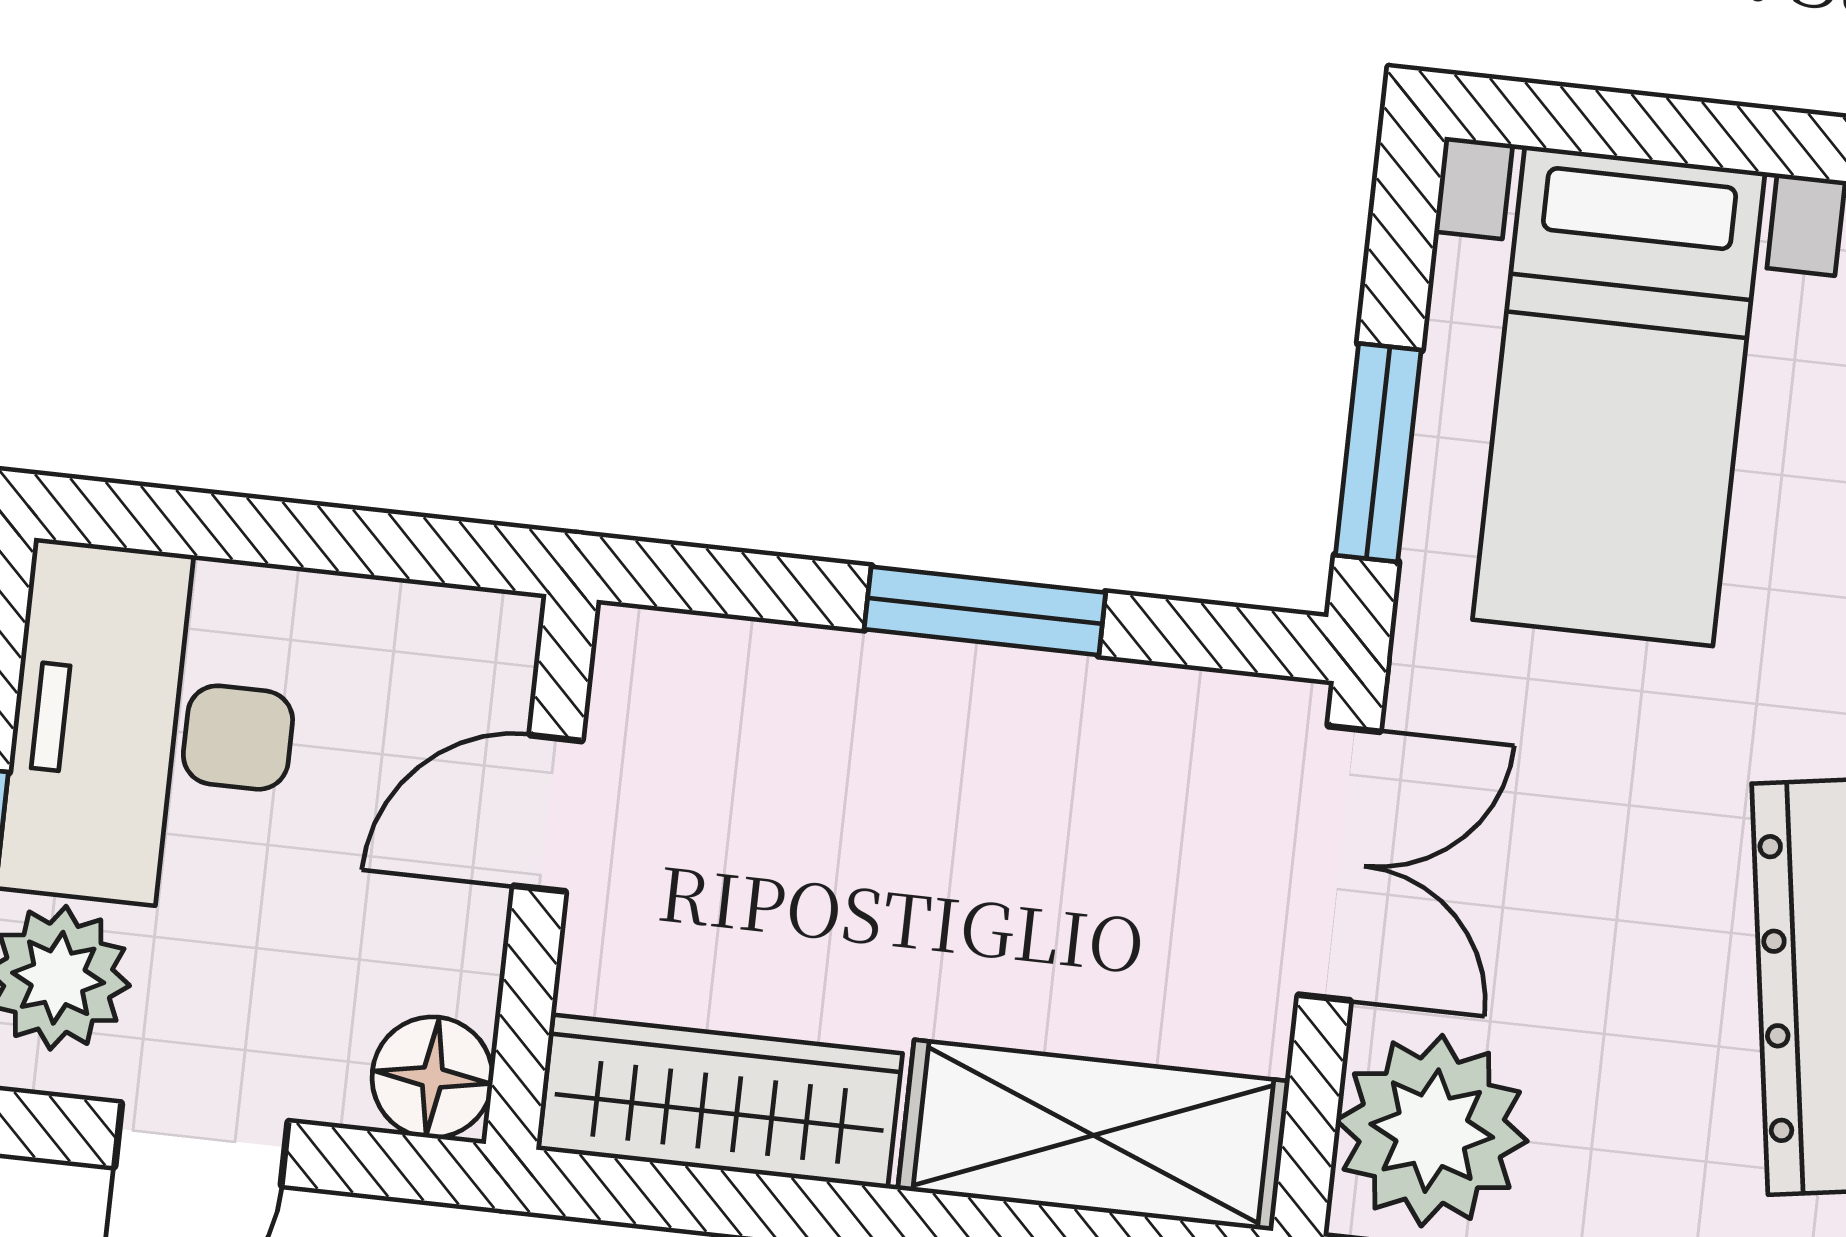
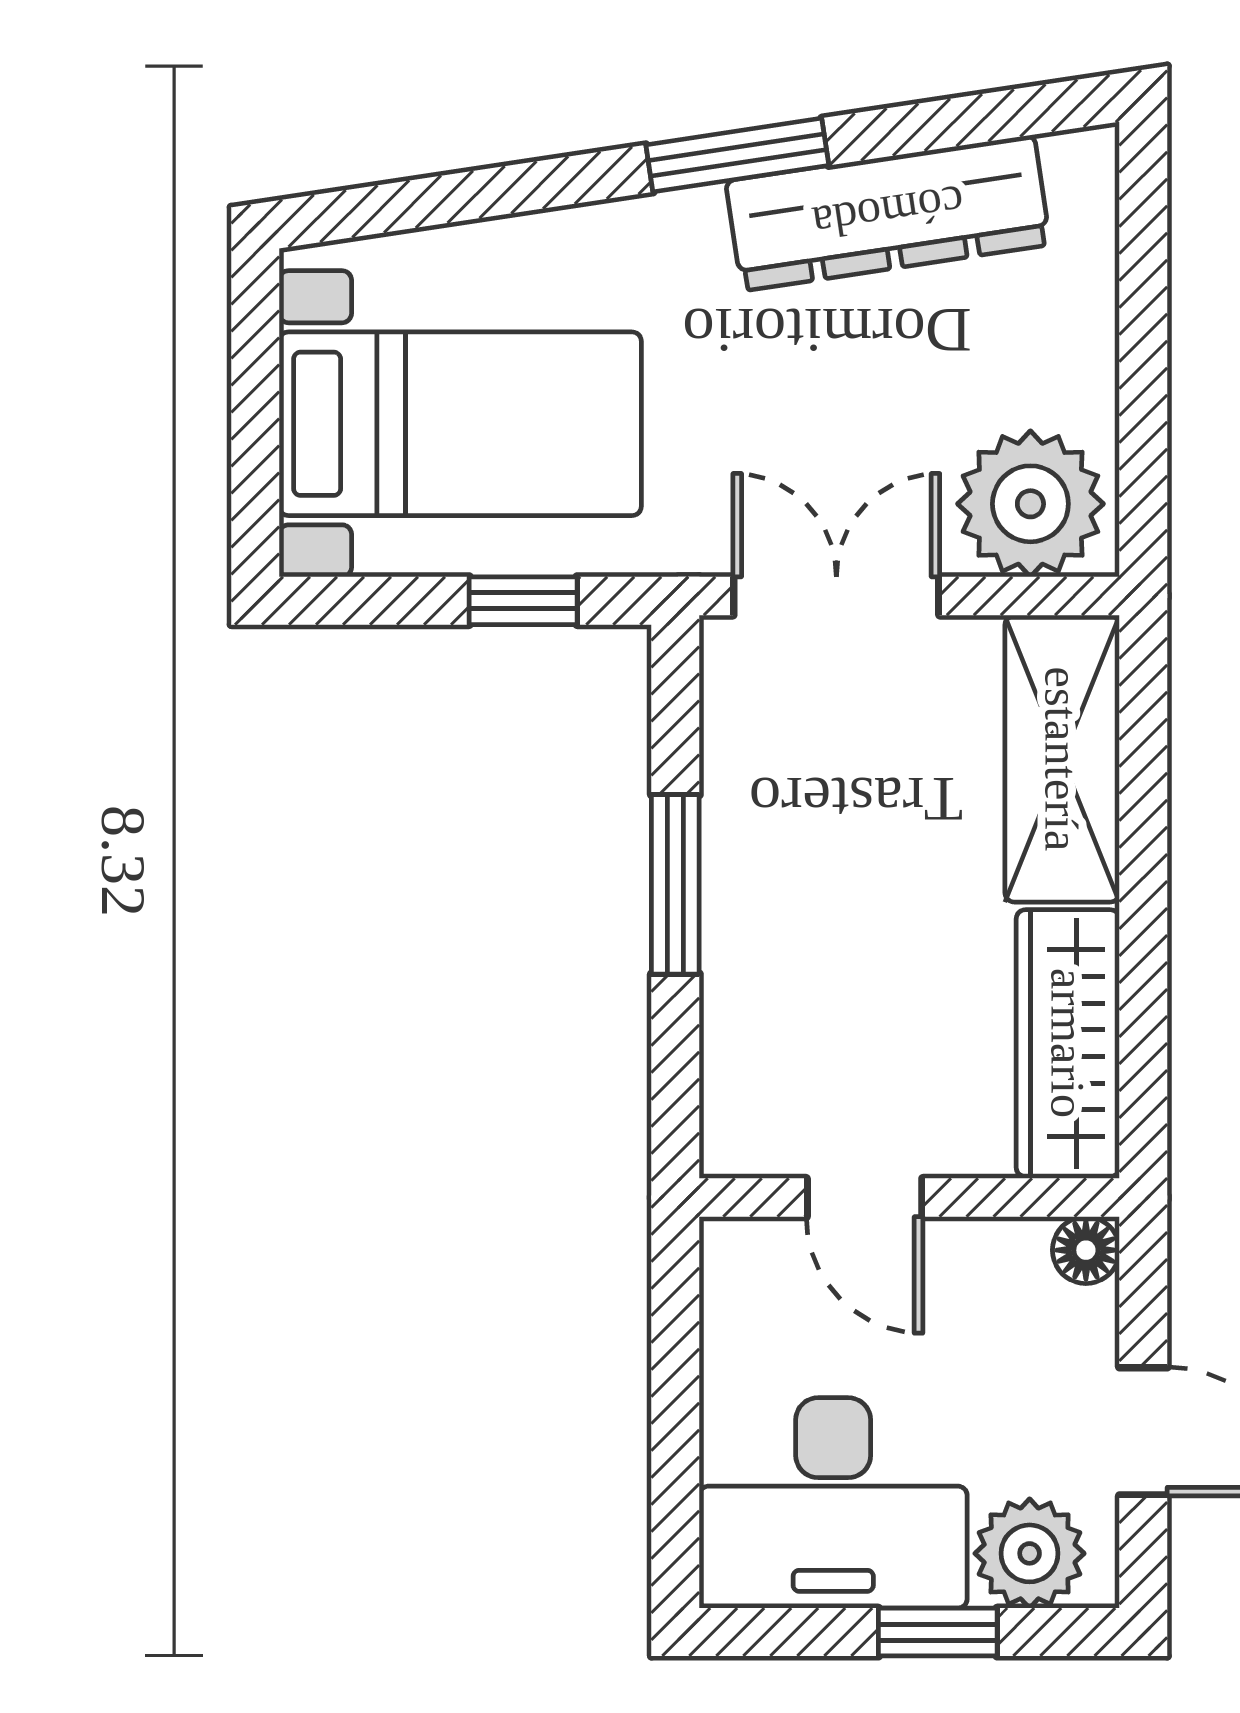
window: (1378, 453) -> (523, 601), width x0.67
floor lamp: (432, 1077) -> (1086, 1250), width x0.73, depth x0.73

